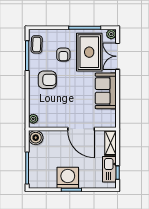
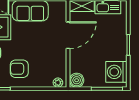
armchair: (47, 80) -> (19, 69), turned -90
washing machine: (68, 178) -> (116, 72), moved

